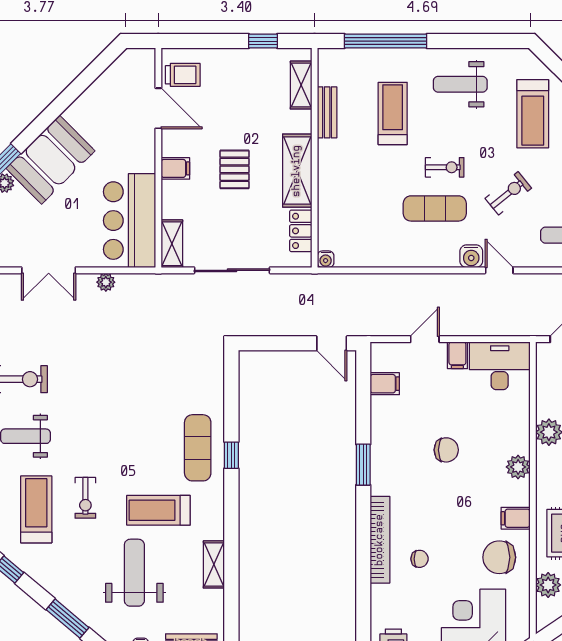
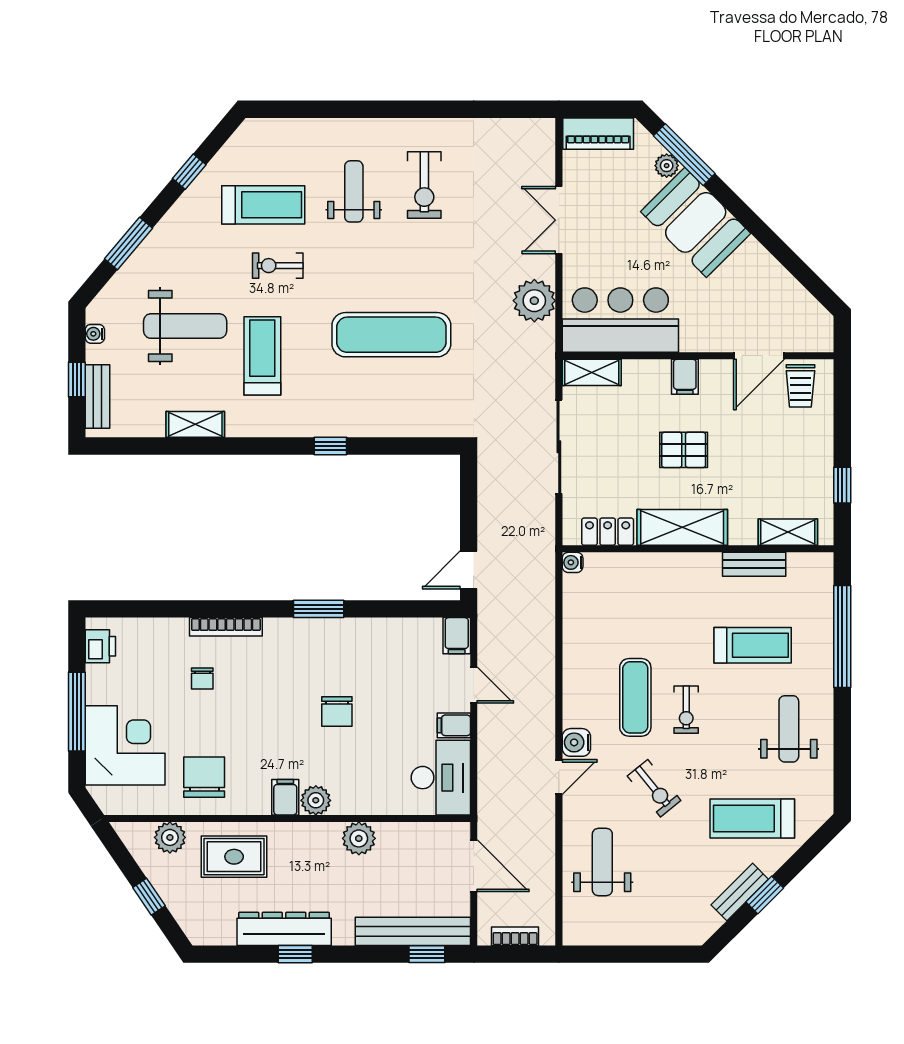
plant: (106, 282) -> (534, 301), width x1.88, depth x1.88
filing cabinet: (385, 384) -> (457, 636), moved
exercise mat: (198, 448) -> (391, 335), moved, width x1.36, depth x1.45
filing cabinet: (516, 518) -> (285, 797), moved
bookcase: (380, 540) -> (226, 627), width x0.68, depth x0.76

